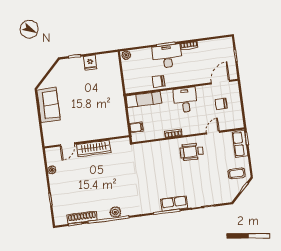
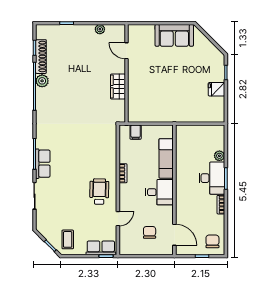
plant: (126, 55) -> (219, 156), moved
chair: (159, 82) -> (212, 241), moved
exam couch: (144, 99) -> (166, 158), moved
door: (213, 133) -> (118, 219), hinge flipped
wardrobe: (94, 148) -> (118, 87), width x0.67
plant: (115, 212) -> (42, 81), moved

